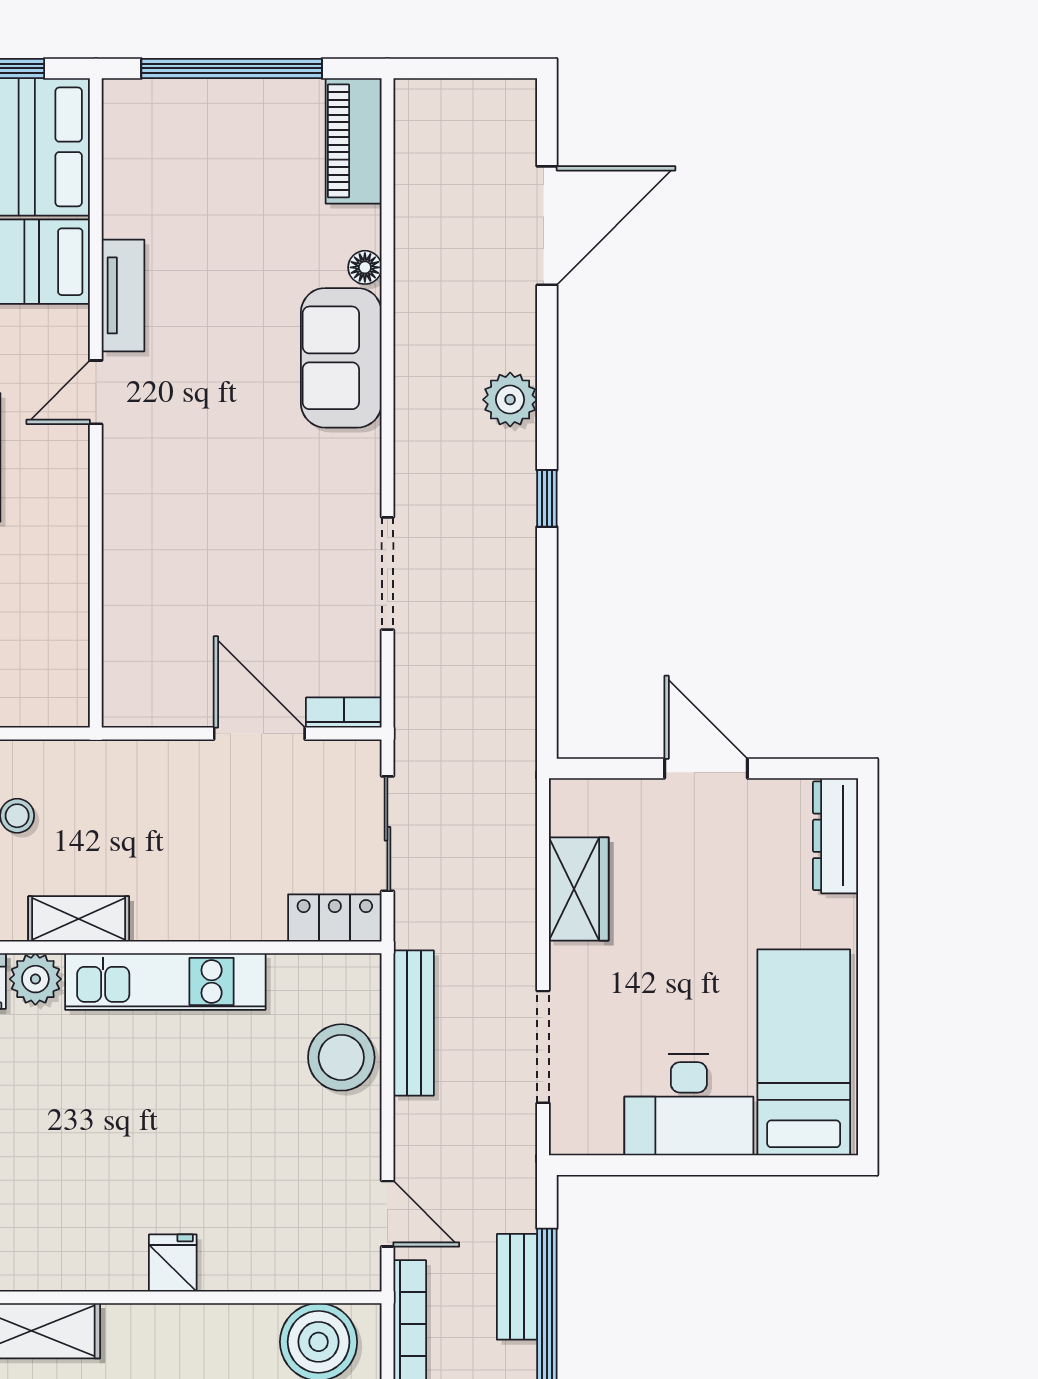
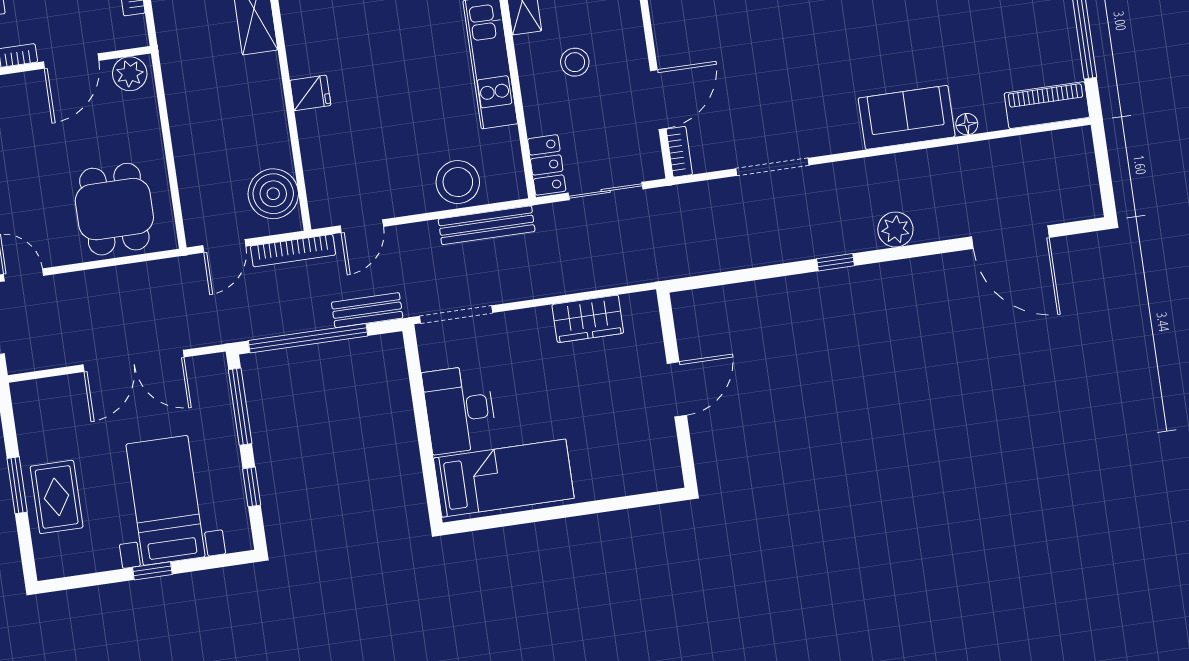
dresser: (836, 836) -> (646, 479), removed
stool: (184, 852) -> (575, 62), added
doorway: (543, 1047) -> (456, 314), moved
bench: (517, 1287) -> (367, 310), moved

